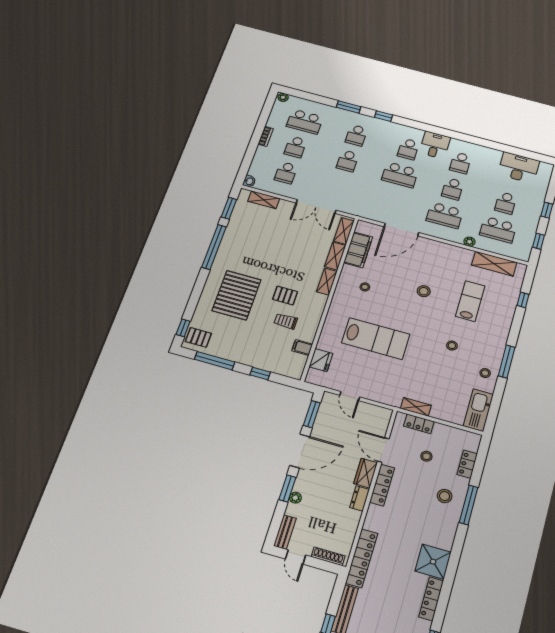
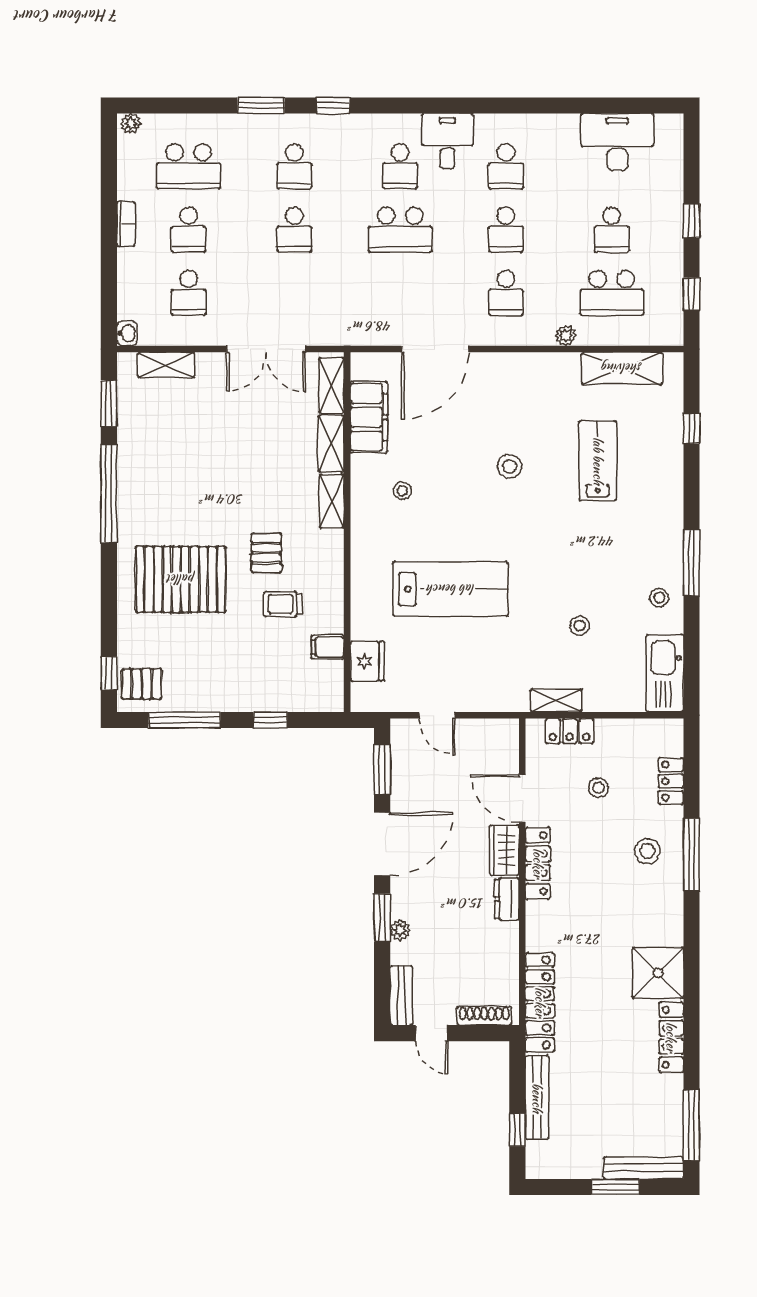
school desk: (445, 215) -> (506, 293), width x0.54
pallet: (237, 295) -> (181, 579), turned 90
pallet: (285, 295) -> (266, 553), turned 90
stool: (452, 346) -> (580, 626), moved

